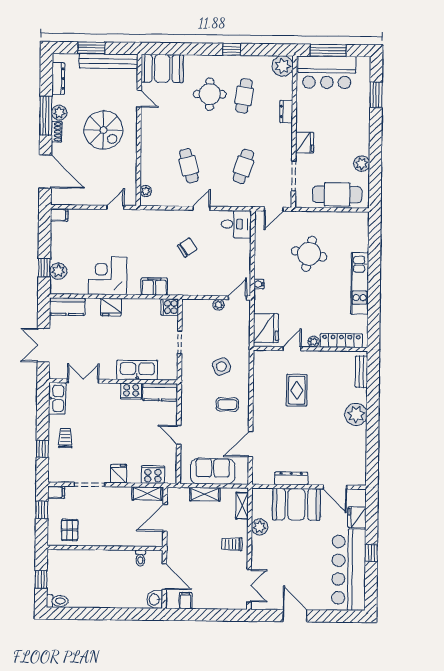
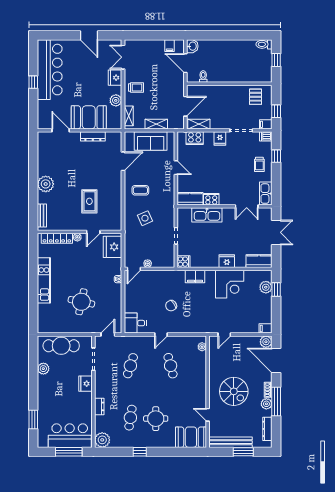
spiral stairs: (103, 130) -> (234, 391), turned 180
plant: (59, 197) -> (266, 342), added
dishwasher: (56, 476) -> (266, 136), added
fridge: (357, 517) -> (115, 78), moved, turned 180

